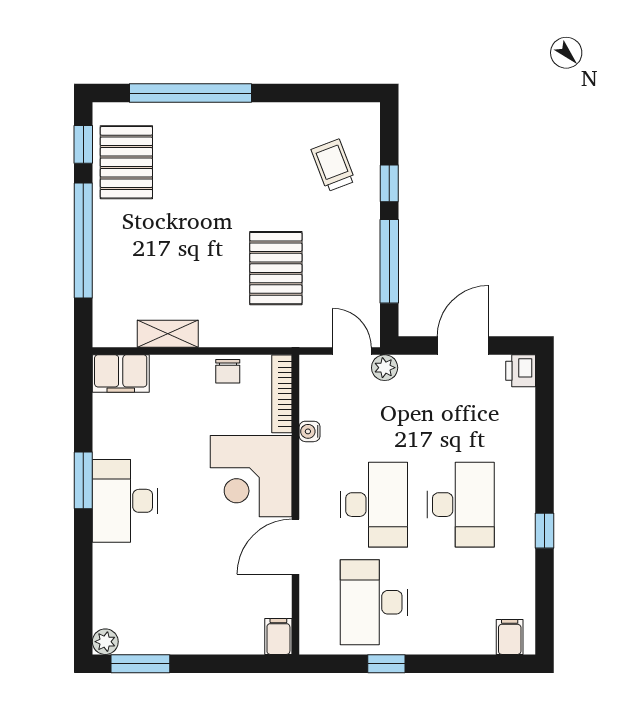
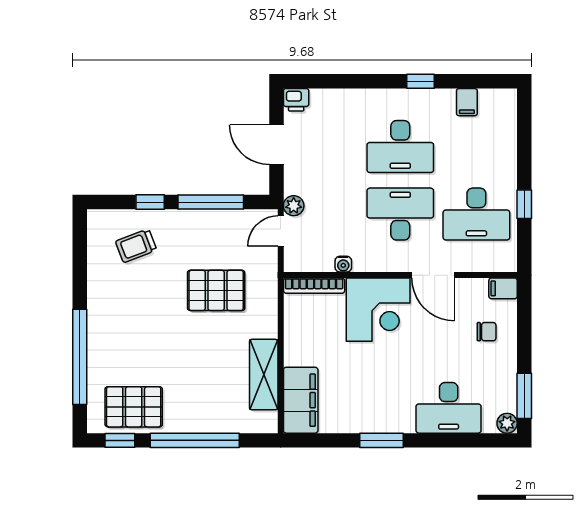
shelving: (168, 334) -> (264, 375), width x1.50, depth x1.33
chair: (228, 371) -> (487, 332), moved
filing cabinet: (121, 374) -> (301, 400), width x1.50, depth x1.17
desk: (125, 501) -> (449, 408), moved
desk: (461, 505) -> (400, 146), turned 180
filing cabinet: (510, 637) -> (467, 102), moved, turned -90

